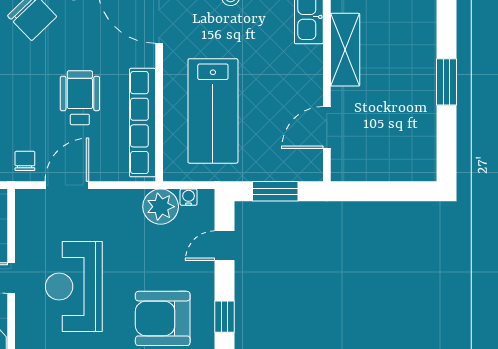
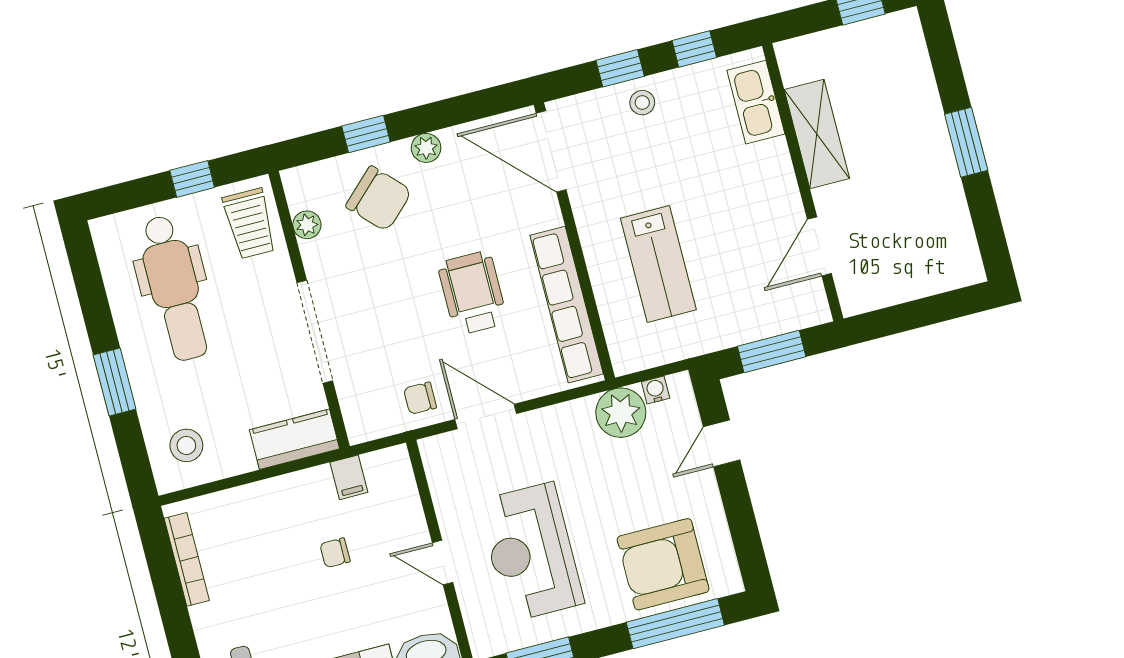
lab bench: (213, 111) -> (658, 264), width x0.73, depth x0.72
chair: (25, 161) -> (420, 398), turned -90
door: (67, 185) -> (486, 417), hinge flipped
window: (224, 317) -> (747, 540), removed

